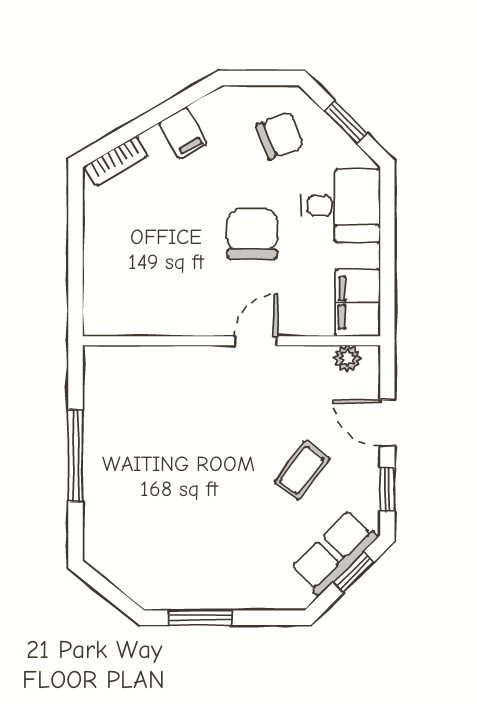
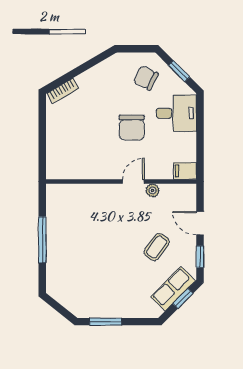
filing cabinet: (183, 133) -> (97, 76), removed
chair: (280, 136) -> (146, 78), turned -134
chair: (252, 234) -> (132, 128), turned 180
filing cabinet: (358, 303) -> (185, 171), width x0.50
plant: (347, 358) -> (152, 190), moved

